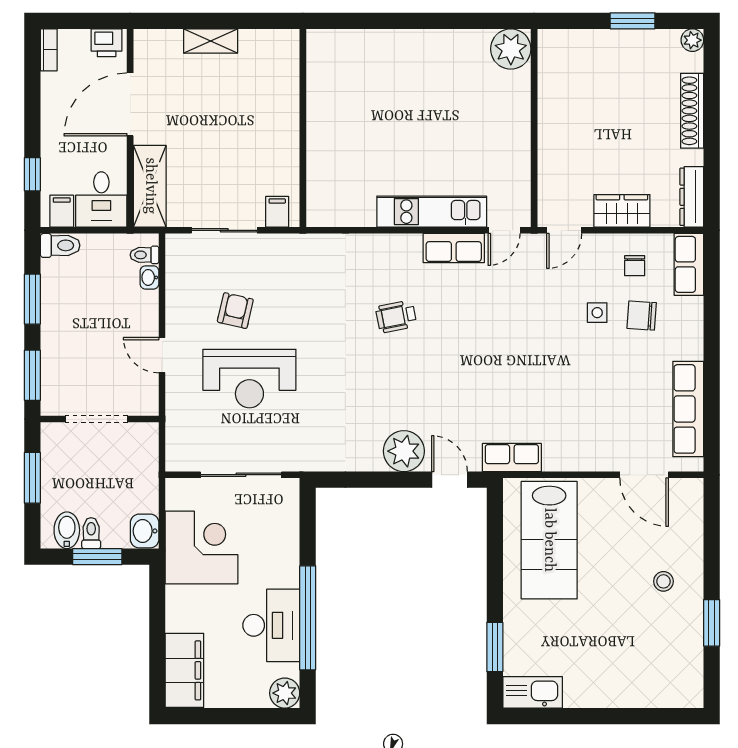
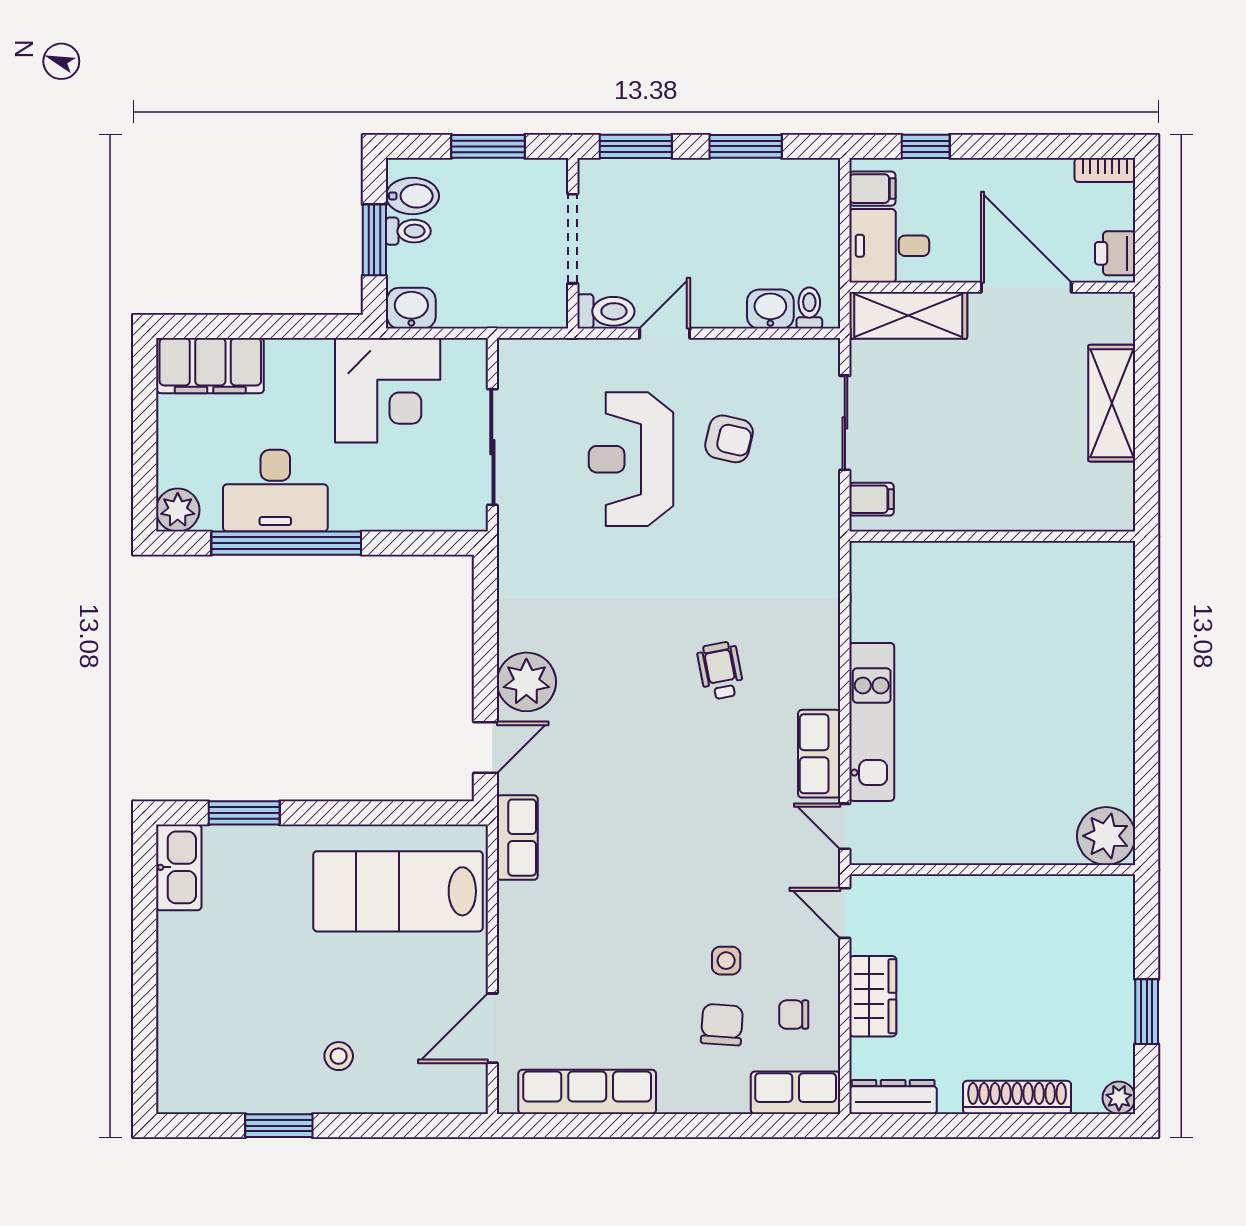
shelving: (211, 41) -> (1112, 403), width x1.50, depth x1.33
toilet: (60, 245) -> (606, 311), moved, turned -90
washbasin: (149, 277) -> (770, 309), width x1.38, depth x1.45

